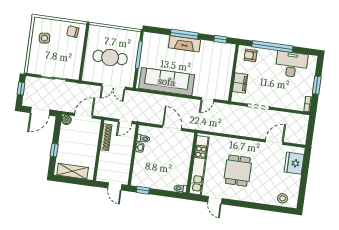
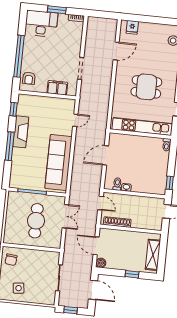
fireplace: (184, 44) -> (21, 132), moved
desk: (292, 64) -> (41, 24), moved, turned 90
door: (207, 100) -> (75, 120), hinge flipped
door: (274, 142) -> (116, 51), swing flipped
fridge: (294, 163) -> (132, 27), width x0.53, depth x0.75

